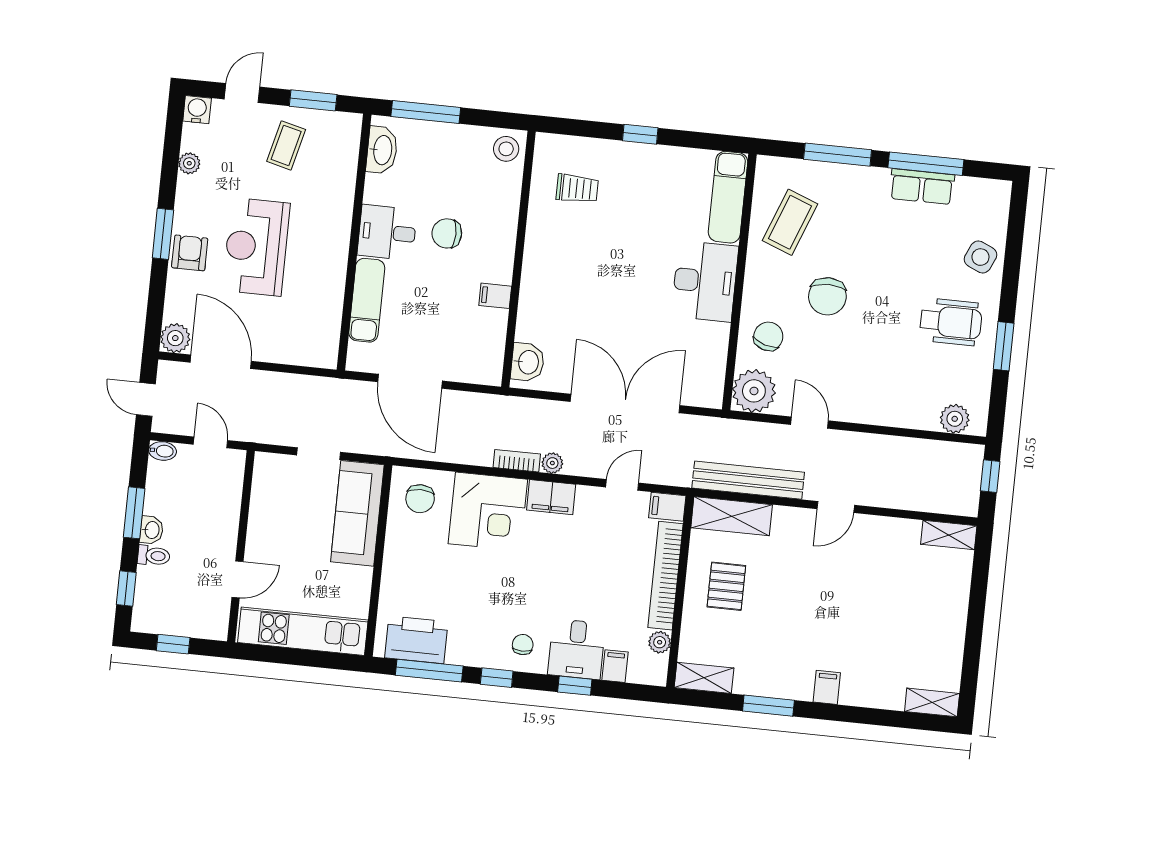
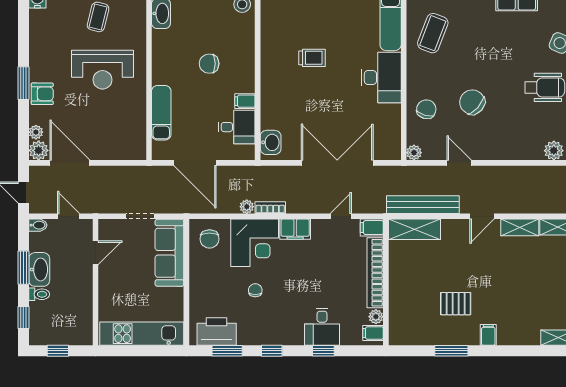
plant: (189, 163) -> (36, 132), moved
trolley: (577, 189) -> (312, 58), moved
desk: (387, 232) -> (237, 127), moved, turned 180
reception desk: (256, 247) -> (102, 70), moved, turned -90
armchair: (190, 253) -> (42, 94), turned 90
chair: (827, 296) -> (472, 102), moved, turned 132
plant: (754, 391) -> (414, 153), width x0.53, depth x0.53
plant: (552, 463) -> (247, 207), moved
washbasin: (151, 530) -> (39, 269), width x1.91, depth x1.45
door: (238, 579) -> (96, 253), moved
pallet: (726, 586) -> (456, 304), moved, turned 90
chair: (523, 645) -> (255, 290), moved
filing cabinet: (615, 666) -> (373, 333), moved, turned -90
window: (429, 671) -> (227, 351), width x0.69
shelving: (704, 678) -> (520, 227), moved

